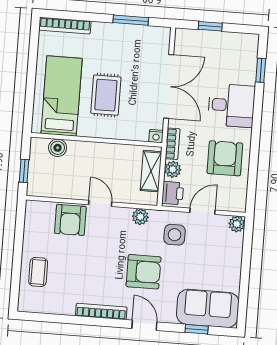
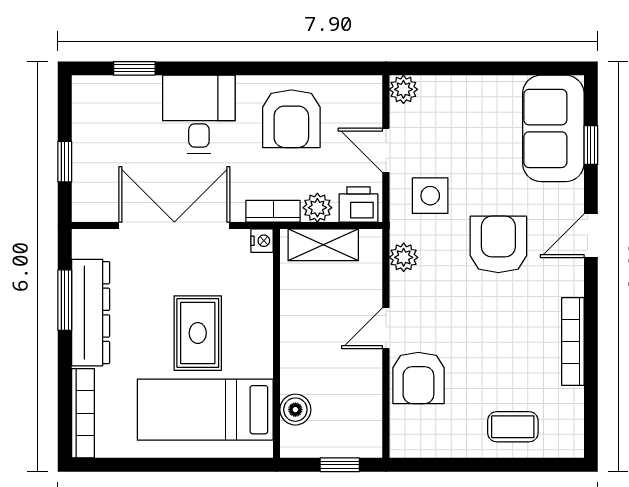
dresser: (122, 34) -> (91, 313), added
rug: (106, 95) -> (198, 333), turned 90
armchair: (225, 158) -> (291, 119), turned -90
armchair: (70, 220) -> (418, 378), turned 90
bookcase: (101, 311) -> (573, 342), moved

